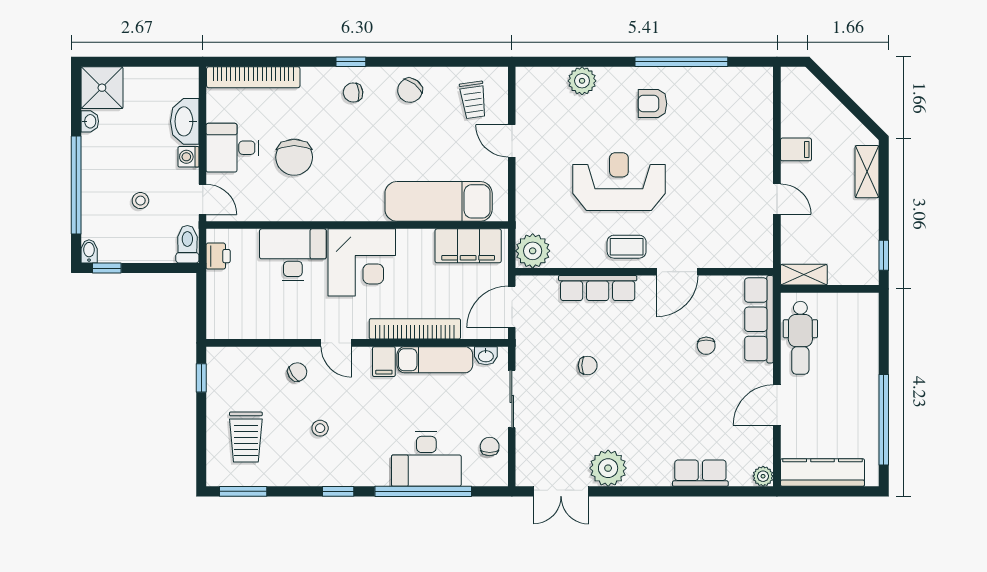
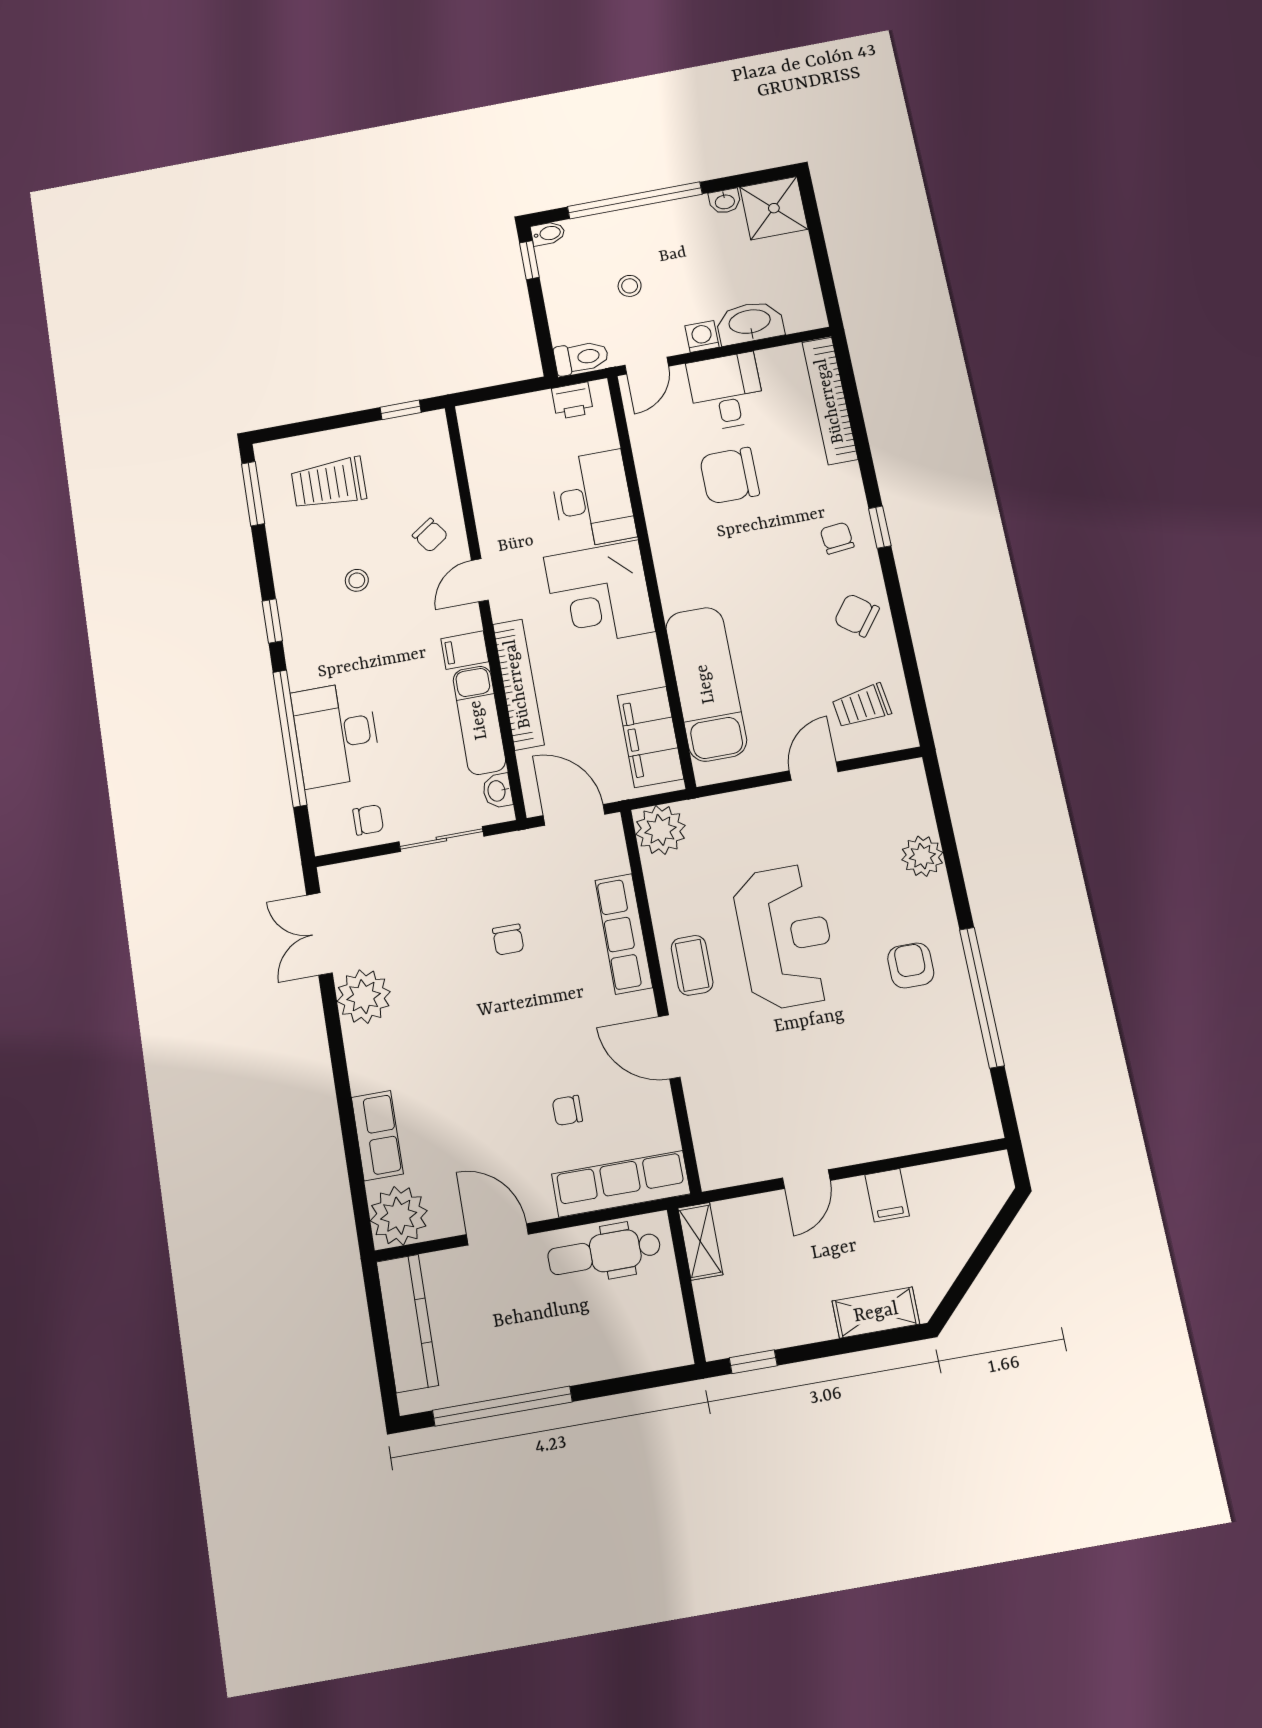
plant: (763, 476) -> (399, 1216), width x1.88, depth x1.88

